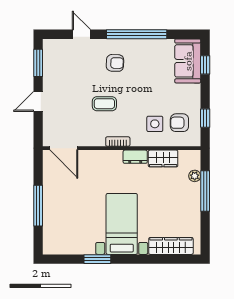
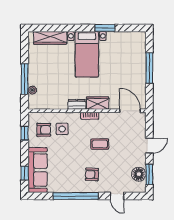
sofa: (188, 61) -> (38, 170), width x1.36
floor lamp: (52, 63) -> (139, 174), added
wardrobe: (163, 158) -> (98, 103), moved

